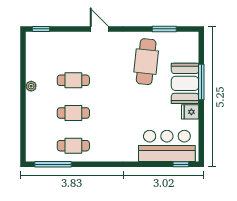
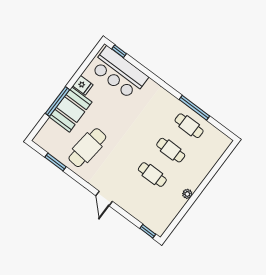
window: (53, 164) -> (194, 108), moved

